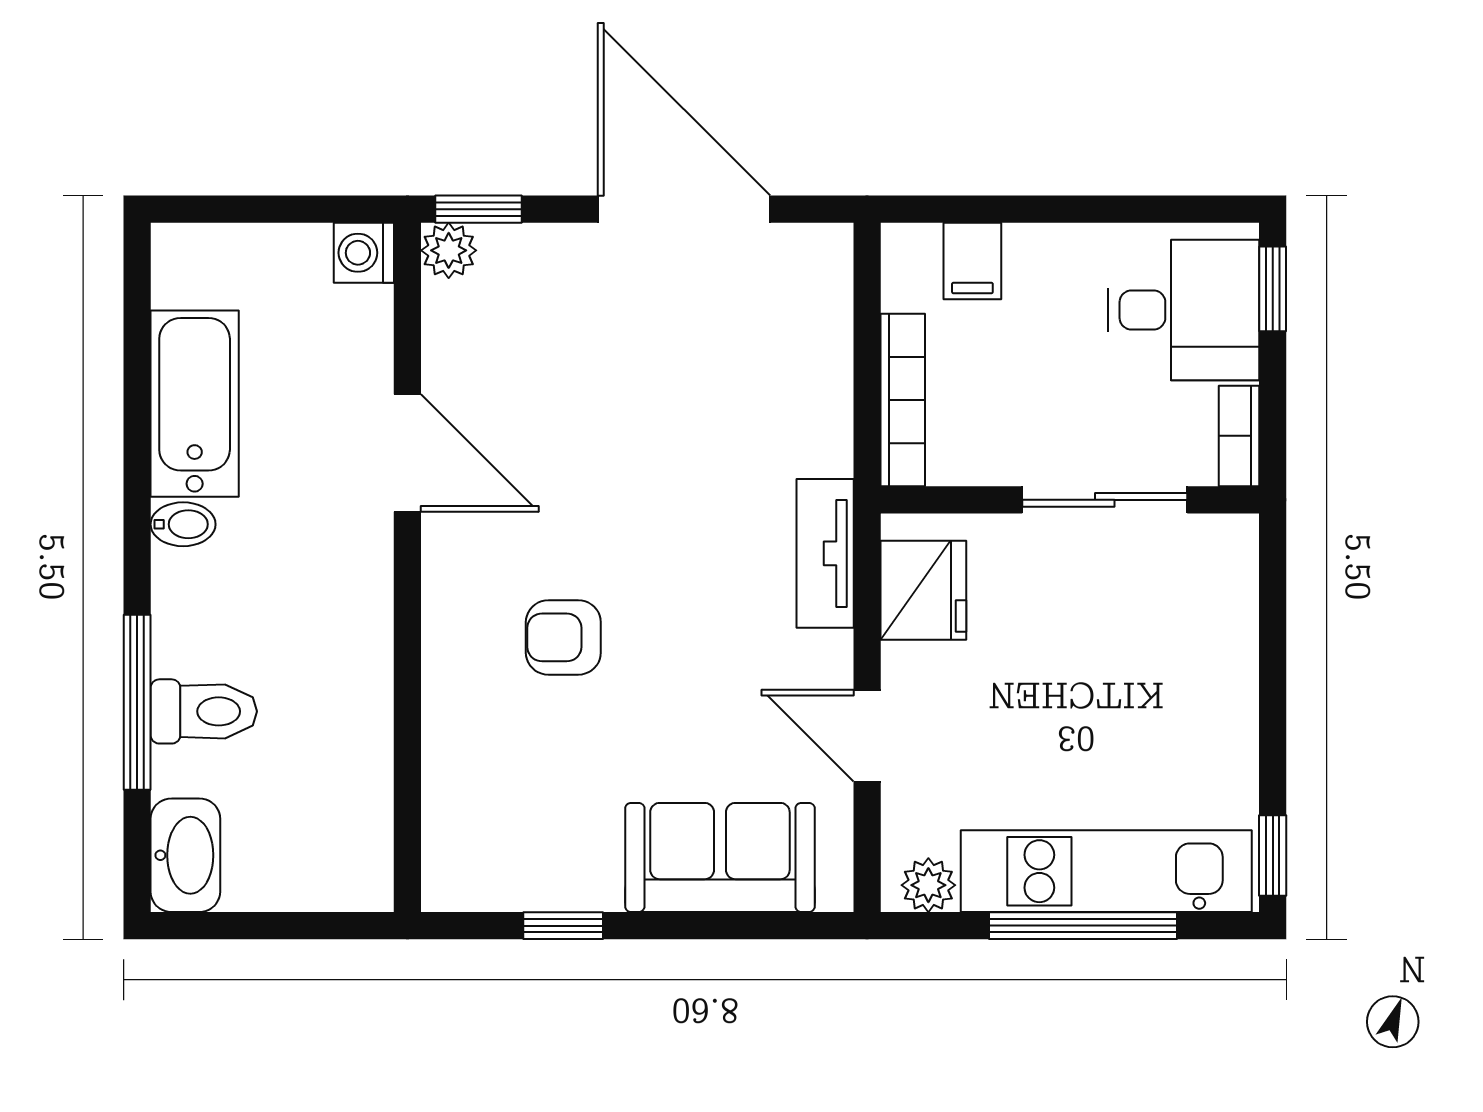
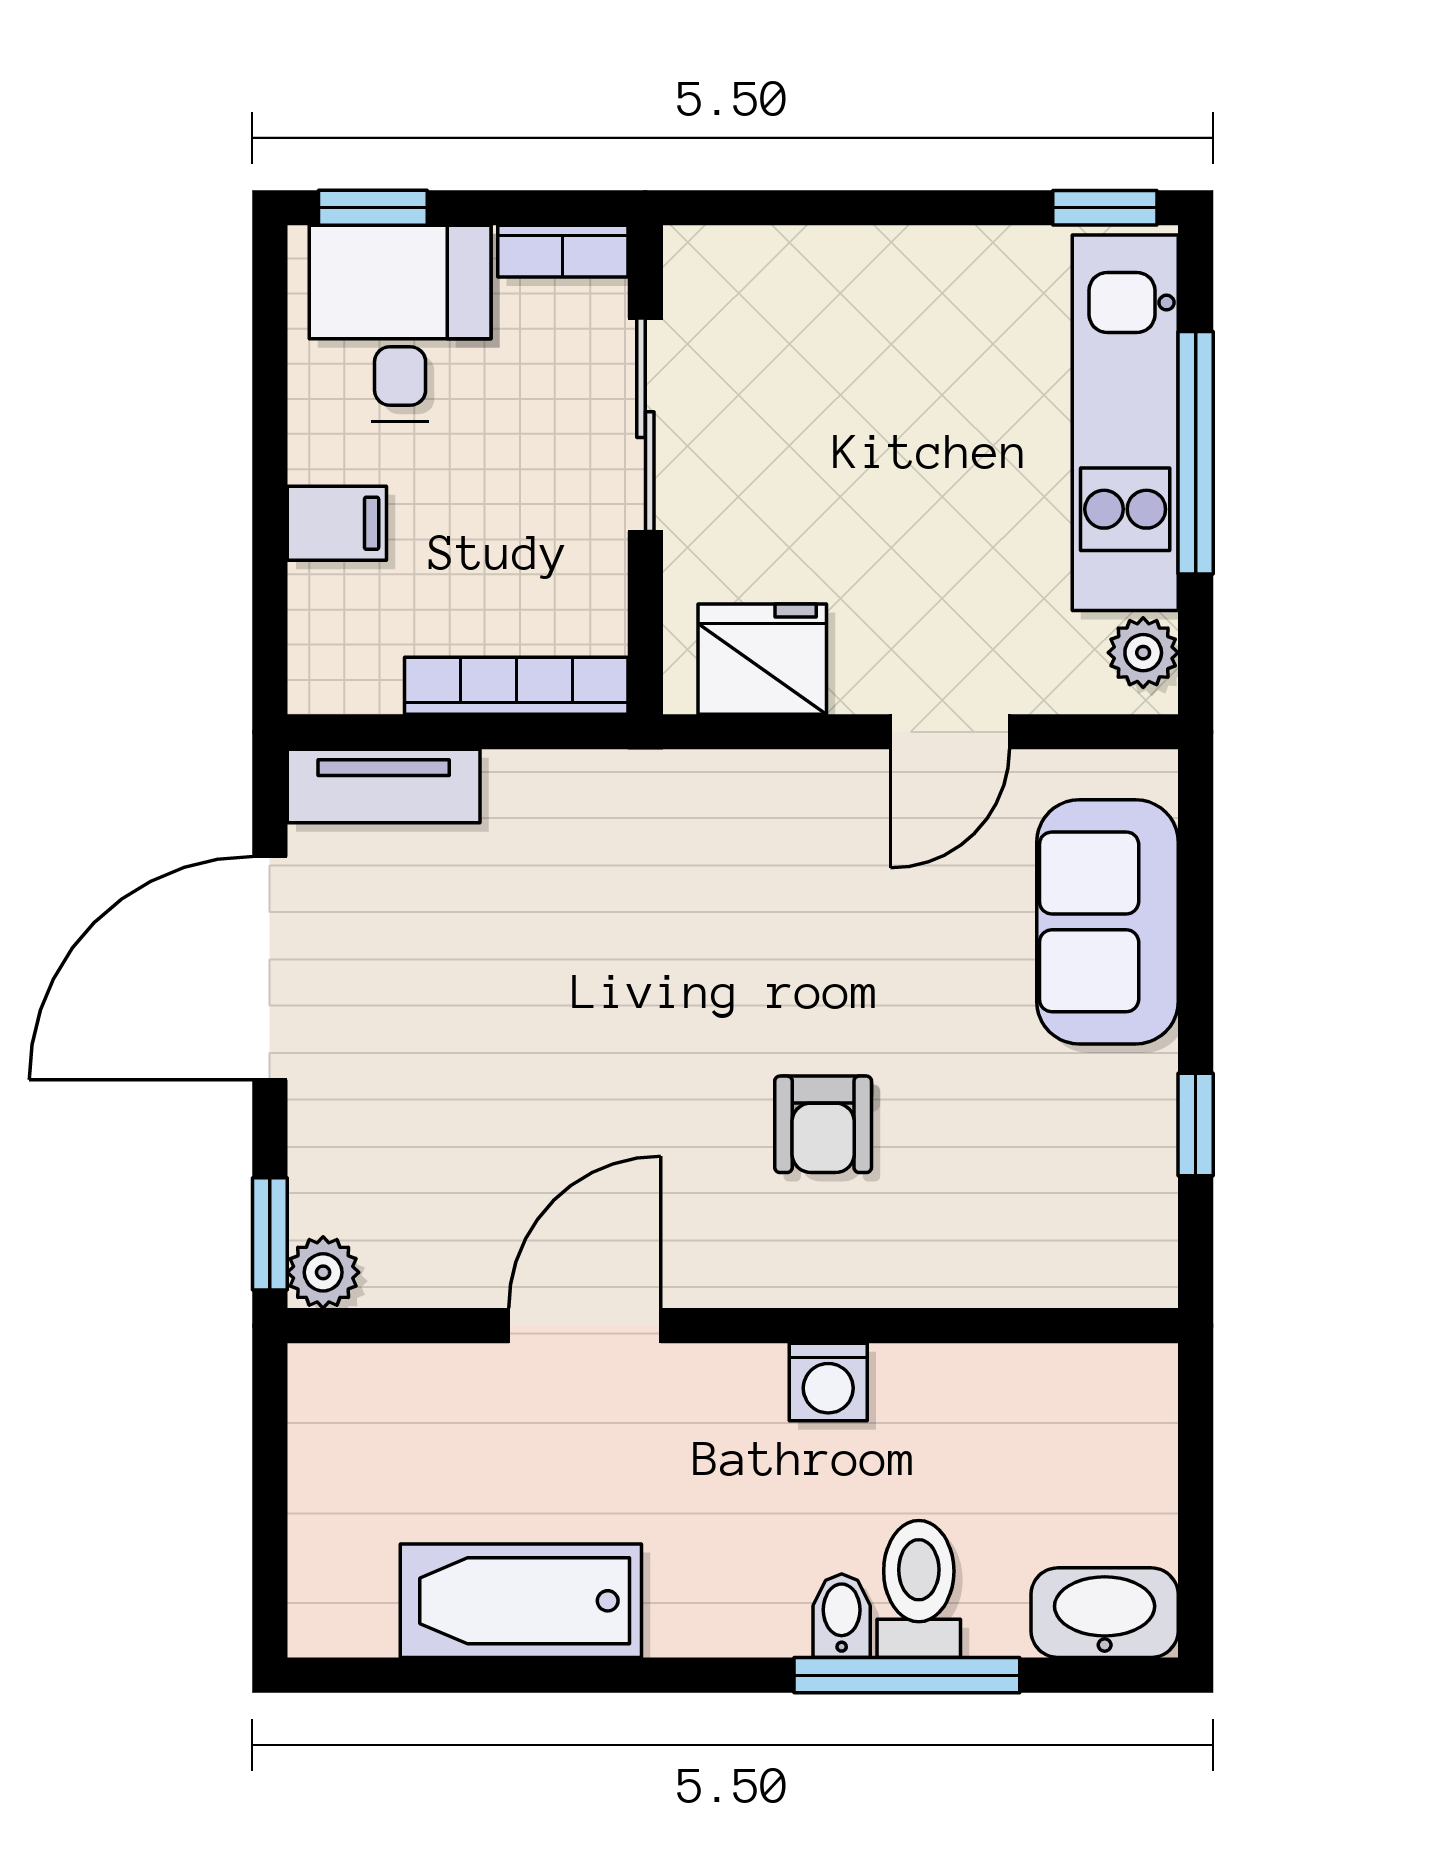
washing machine: (364, 253) -> (828, 1382), moved
filing cabinet: (972, 261) -> (337, 523), moved
bidet: (183, 524) -> (842, 1616), moved
tv unit: (825, 553) -> (384, 786), moved

